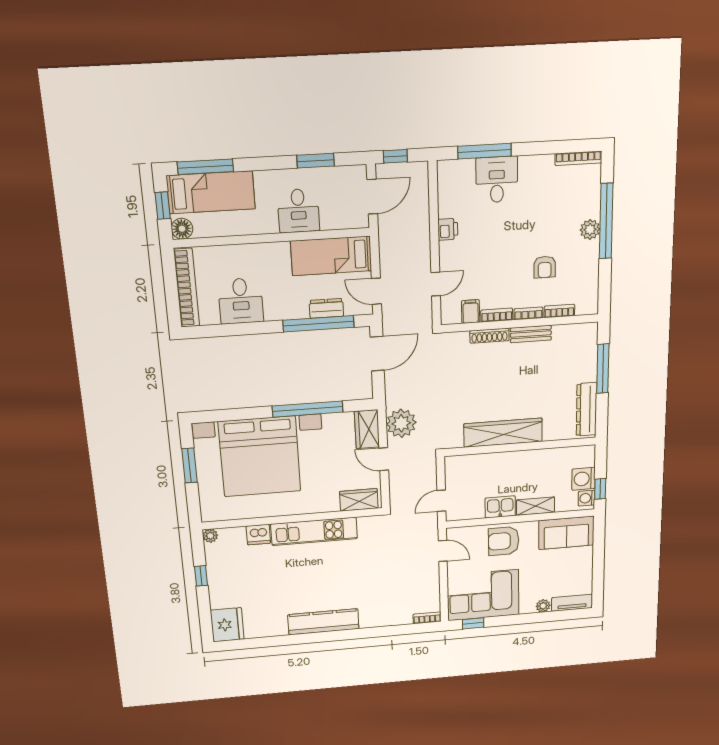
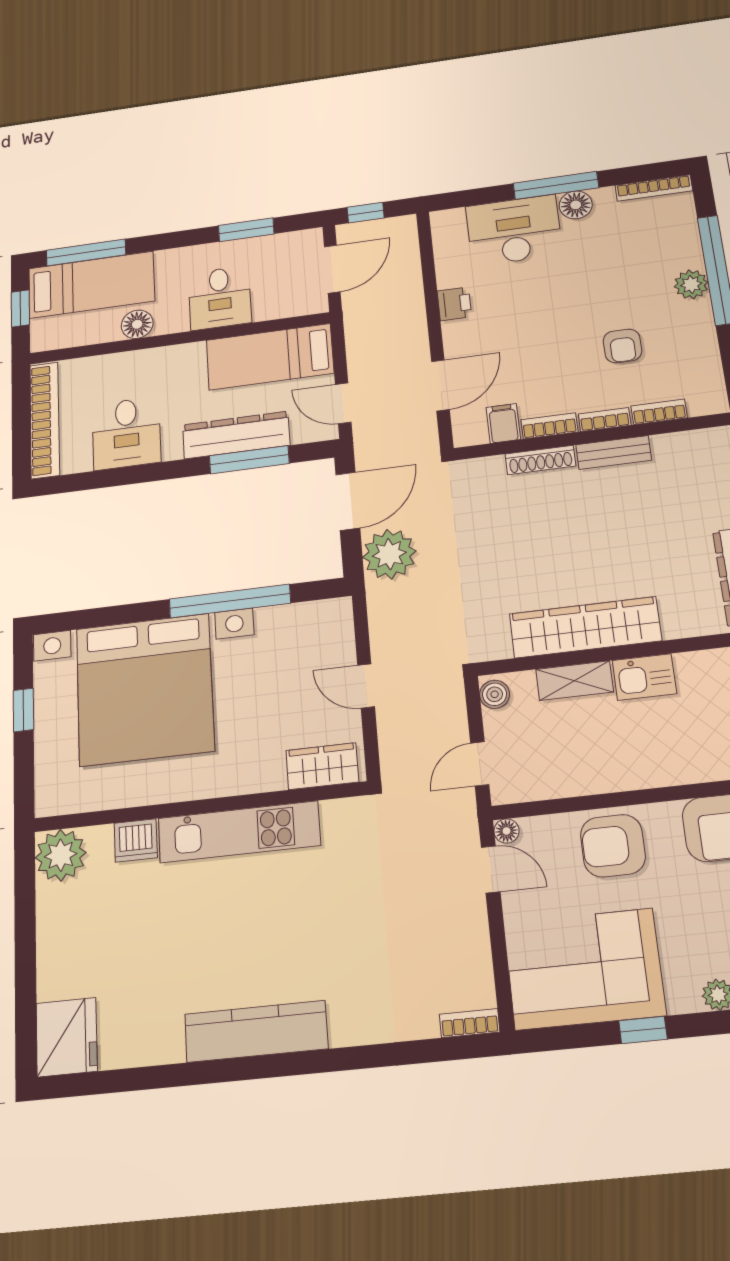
window: (485, 151) -> (556, 185), moved
floor lamp: (529, 165) -> (576, 205), added
desk: (497, 180) -> (514, 230), width x1.37
floor lamp: (182, 229) -> (137, 324), moved
door: (436, 284) -> (440, 385), width x1.38
dresser: (326, 308) -> (236, 435), width x1.96, depth x1.24
window: (318, 324) -> (249, 460), width x0.68
plant: (401, 423) -> (389, 554), moved
wardrobe: (367, 429) -> (334, 632), removed
window: (190, 465) -> (23, 710), width x0.67
boiler: (452, 466) -> (495, 694), added
shelving: (536, 506) -> (575, 681), moved
kitchen sink: (500, 507) -> (644, 677), moved, turned 180
floor lamp: (452, 533) -> (507, 831), added
plant: (210, 536) -> (61, 855), width x1.88, depth x1.88
window: (201, 576) -> (25, 928), removed
window: (473, 623) -> (643, 1030), moved

